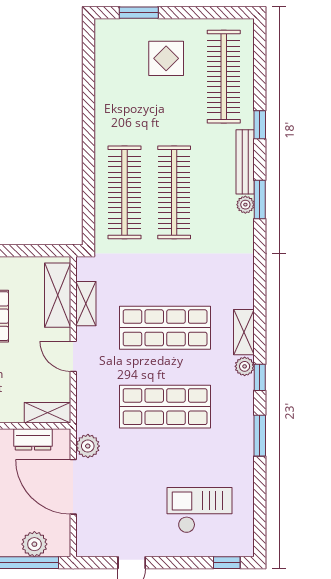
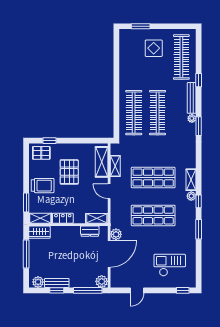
window: (260, 199) -> (199, 126), moved
door: (73, 487) -> (109, 254), swing flipped
plant: (34, 544) -> (102, 281), moved

